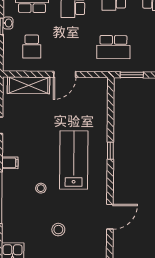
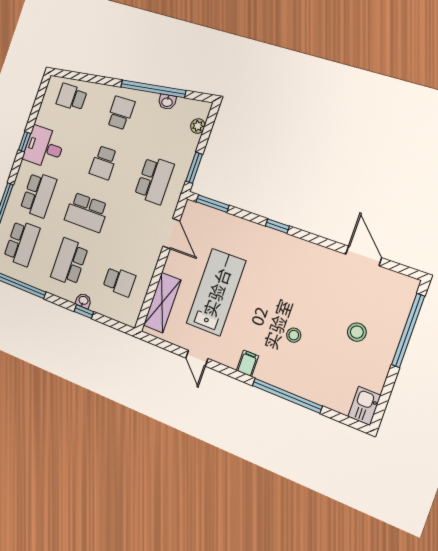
door: (65, 74) -> (171, 234), moved
window: (111, 98) -> (213, 204), added
lab bench: (74, 160) -> (216, 292), moved, turned 90

